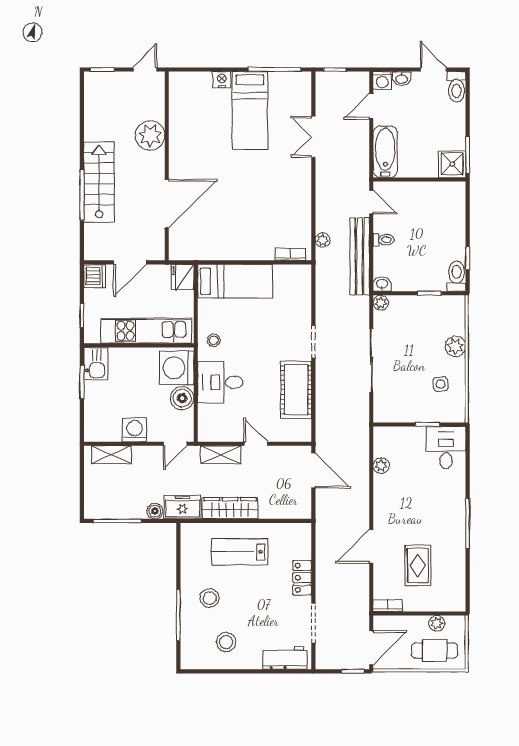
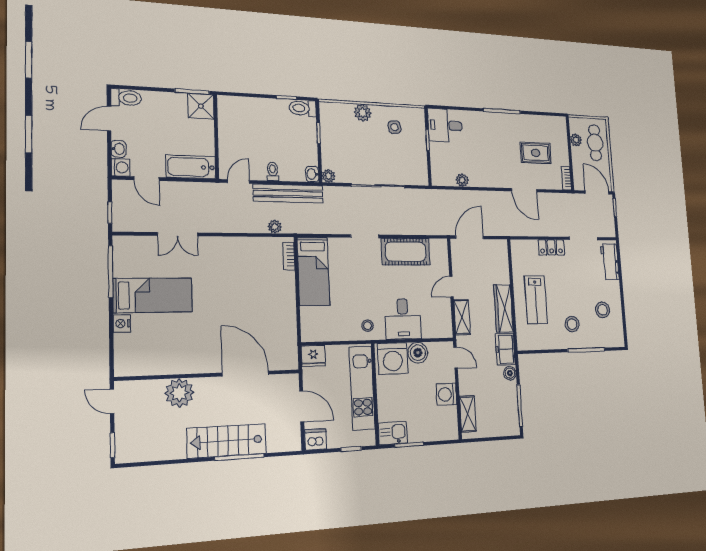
bed: (235, 281) -> (313, 271), moved, turned 180

